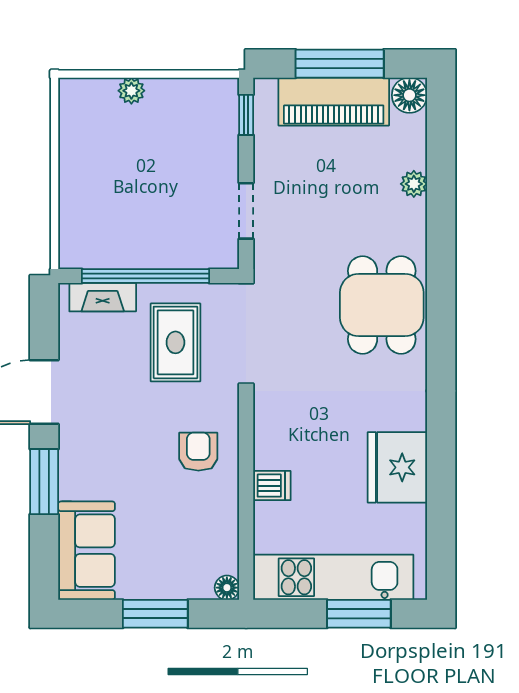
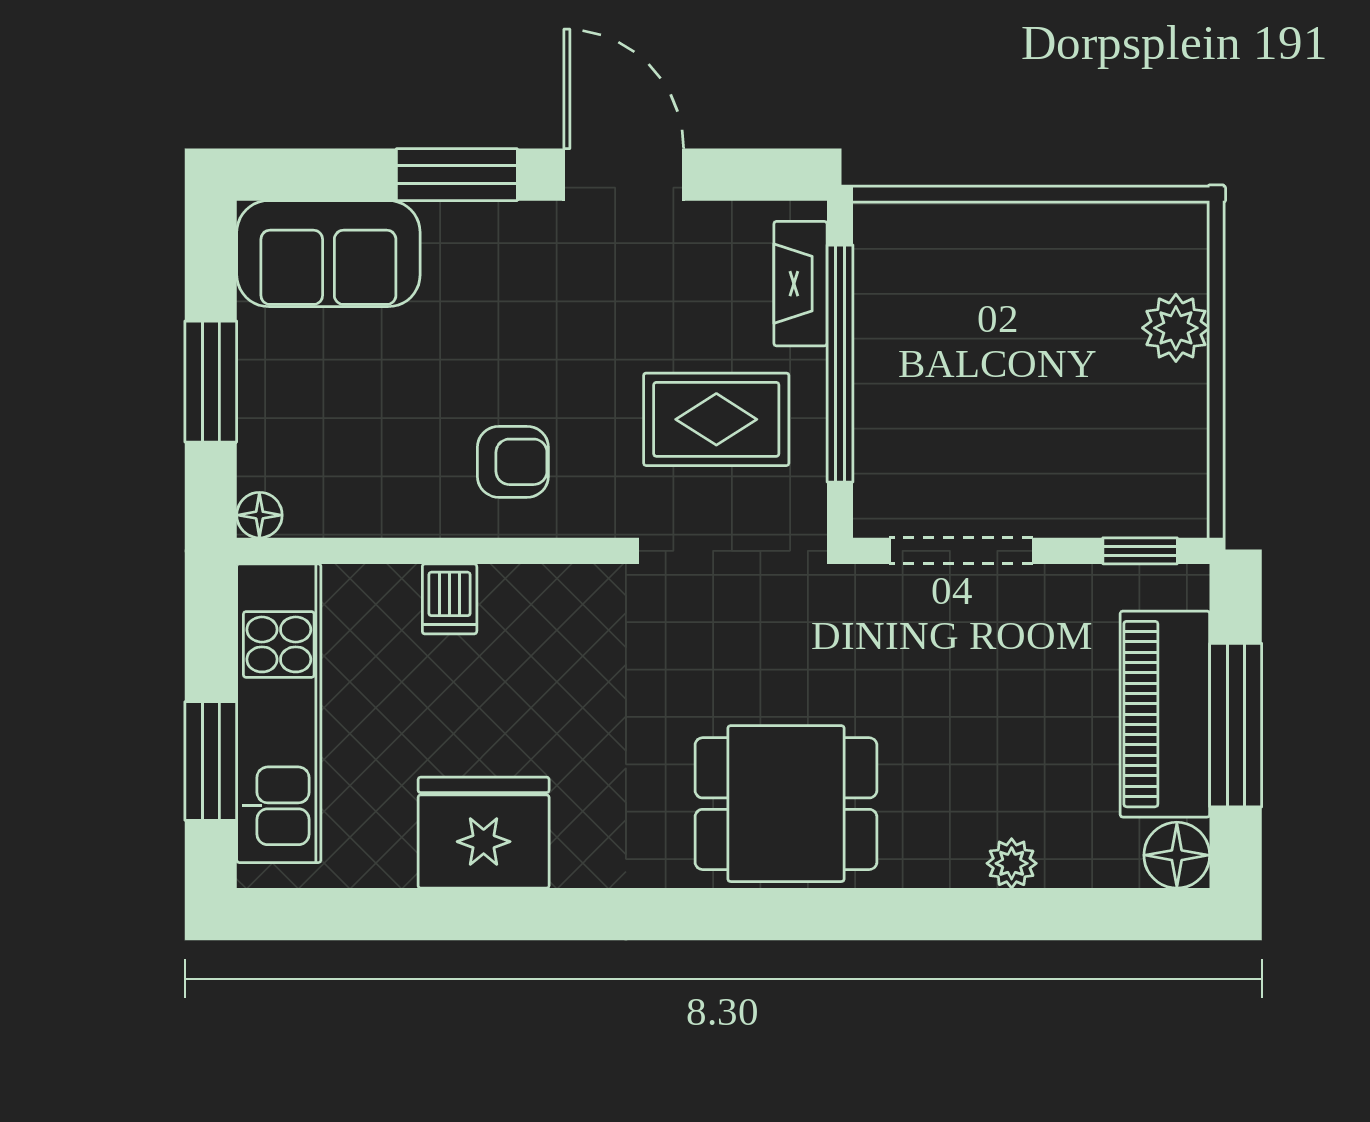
plant: (131, 91) -> (1176, 328), width x1.38, depth x1.38
doorway: (246, 211) -> (961, 551), width x1.38

